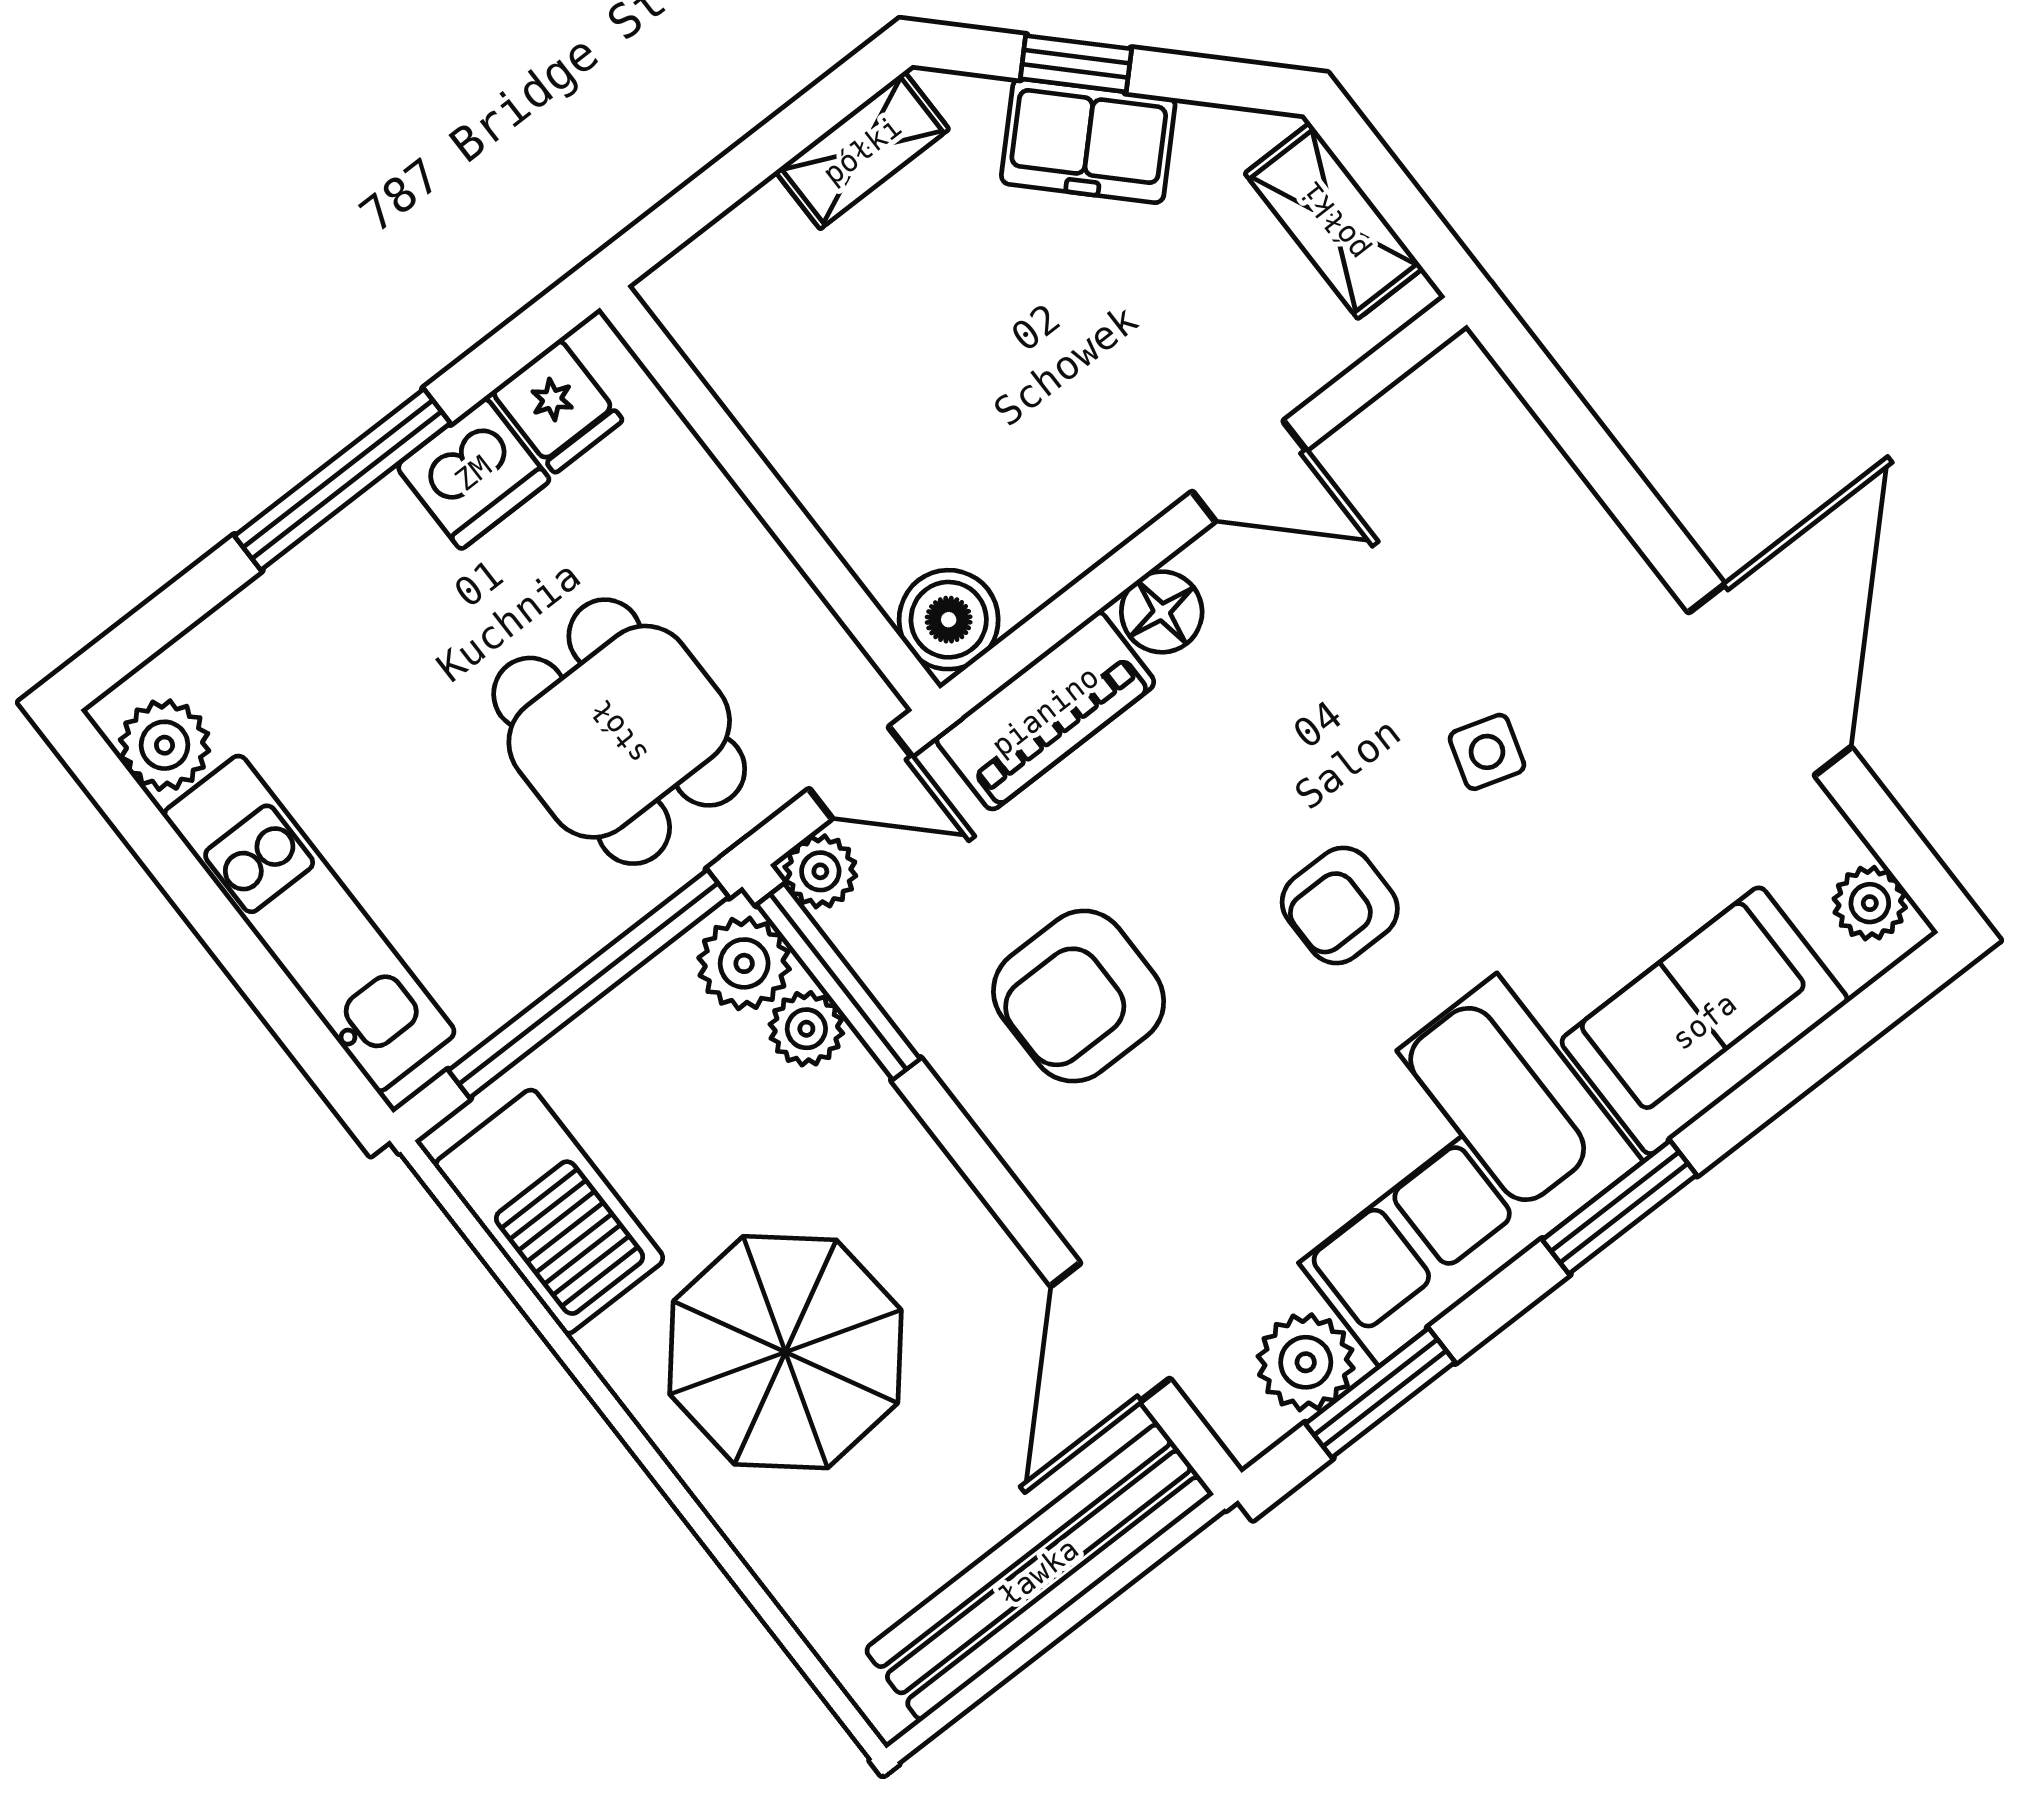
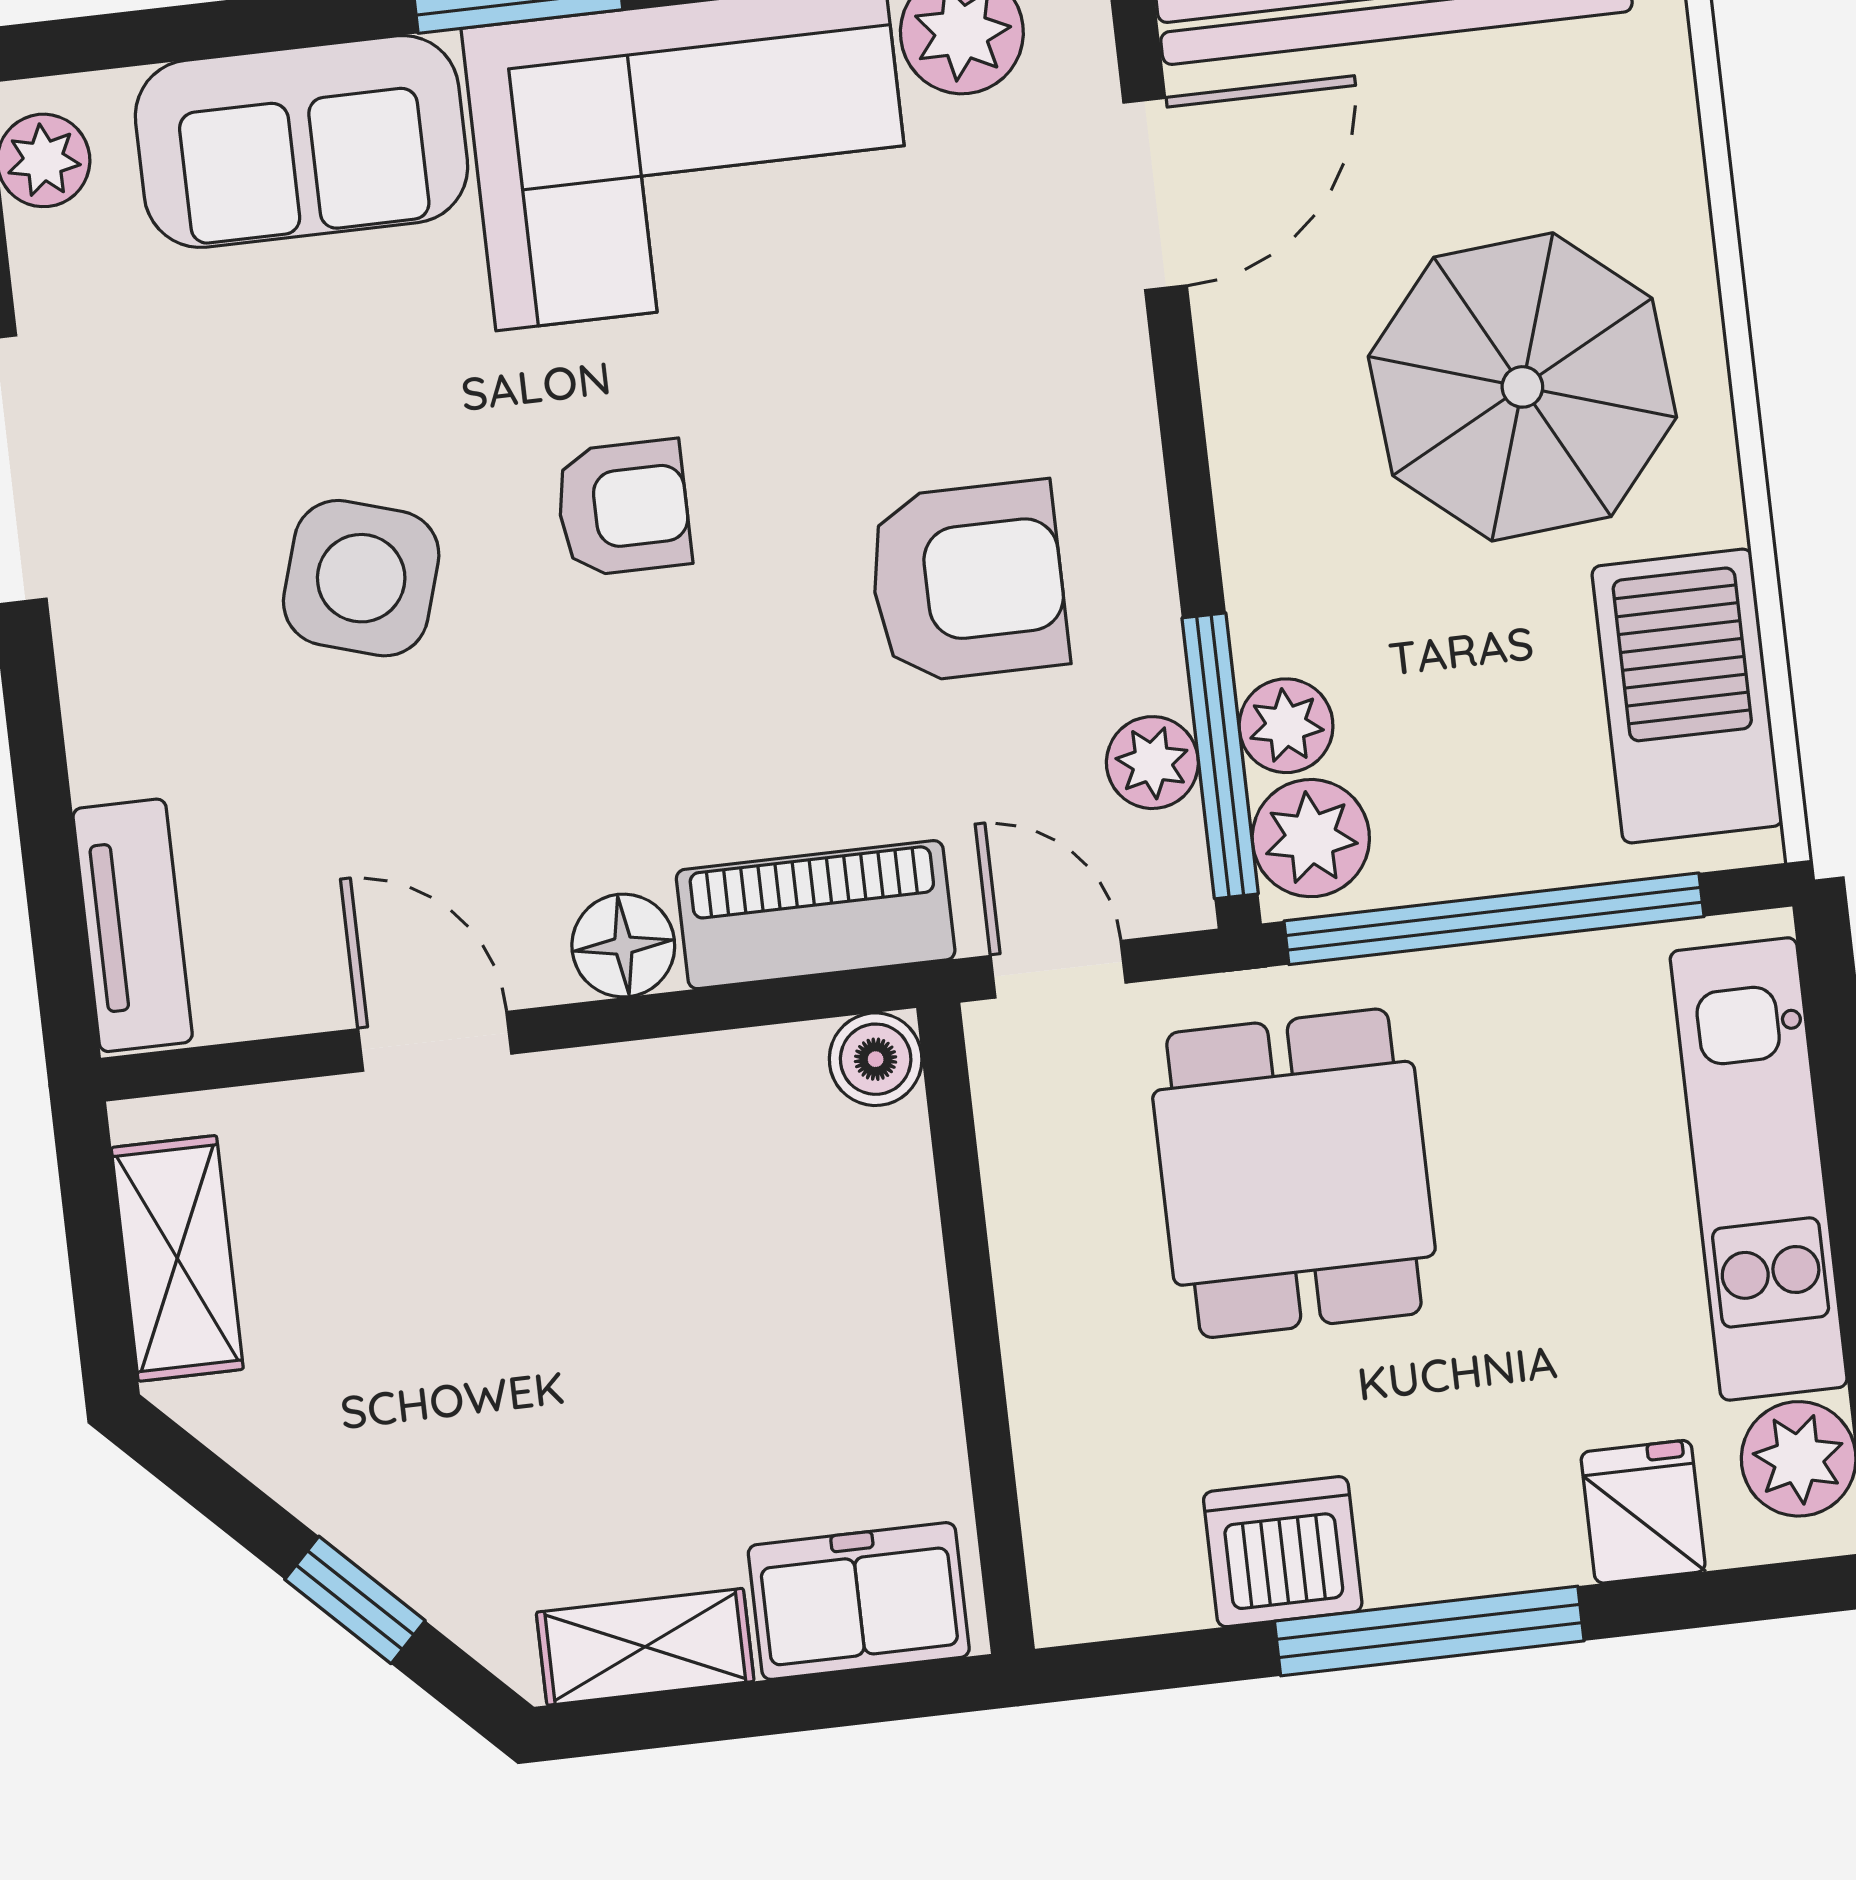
freezer: (1088, 141) -> (859, 1601), moved, turned -45
fridge: (557, 406) -> (1643, 1512), moved
tv unit: (1499, 426) -> (133, 925), added
boiler: (949, 620) -> (876, 1059), width x0.73, depth x0.73
side table: (1487, 752) -> (361, 578), width x1.87, depth x1.87
plant: (820, 871) -> (1152, 763), moved

